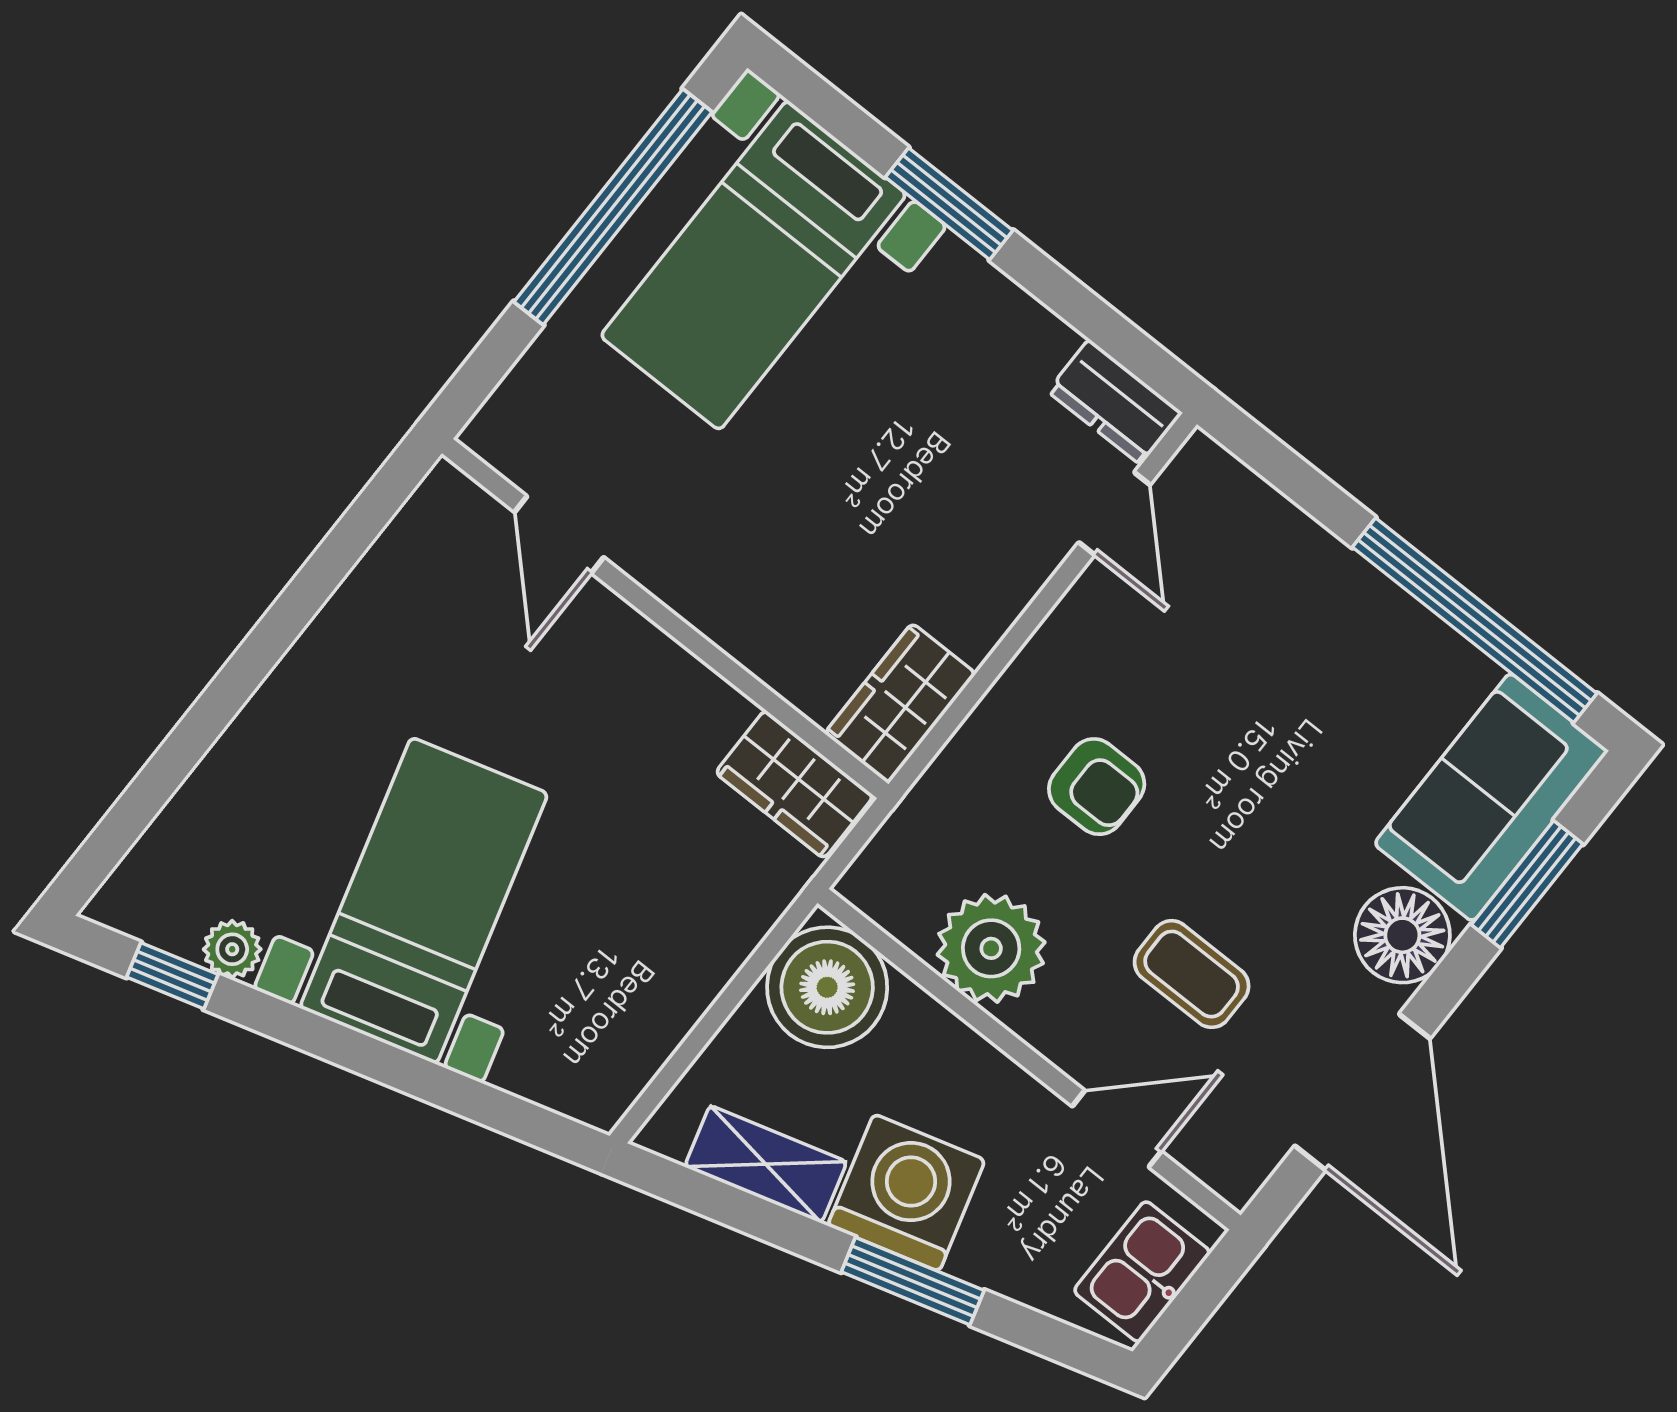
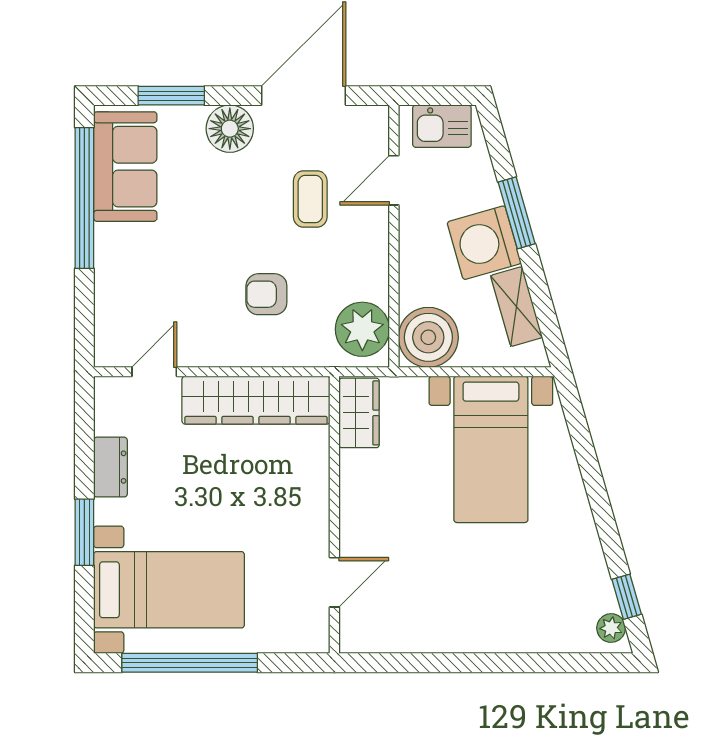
dresser: (1115, 402) -> (110, 467), moved
wardrobe: (900, 703) -> (256, 400), width x2.10, depth x1.17
armchair: (1097, 787) -> (266, 294), turned -90
sofa: (1491, 797) -> (125, 167), moved, turned -90
bed with nightstands: (424, 901) -> (491, 449), moved, turned -74
plant: (991, 948) -> (362, 329), moved
plant: (232, 949) -> (611, 628), moved
door: (1117, 1129) -> (394, 180), hinge flipped

